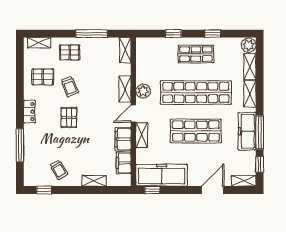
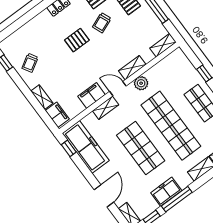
freezer: (247, 131) -> (166, 192), width x0.71
window: (20, 145) -> (26, 18), removed
filing cabinet: (124, 163) -> (57, 115), moved, turned 90
door: (213, 190) -> (104, 196), hinge flipped

